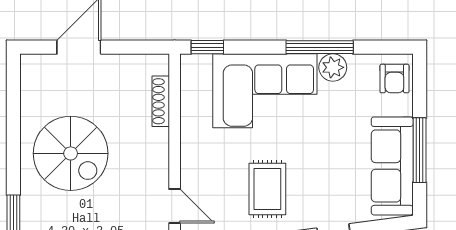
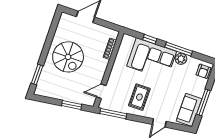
window: (207, 47) -> (150, 39), moved
sofa: (392, 166) -> (189, 110), width x0.73
door: (175, 206) -> (101, 91), swing flipped

